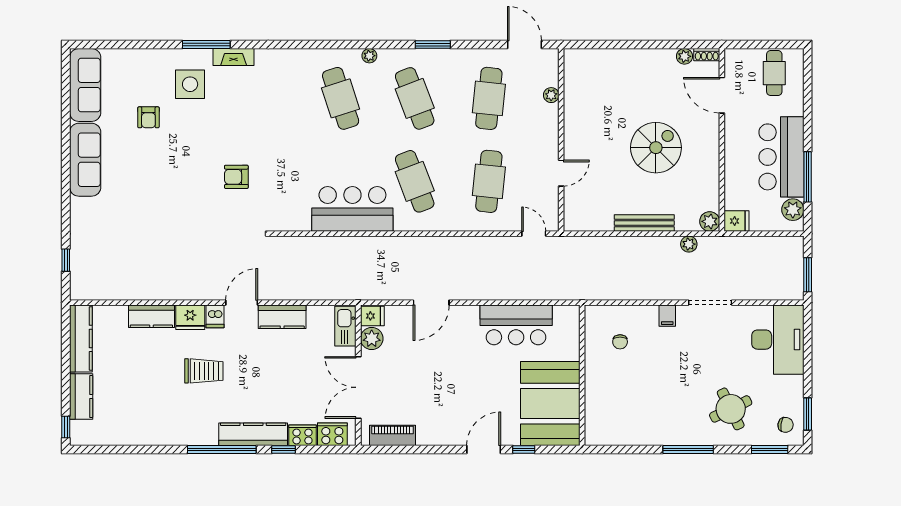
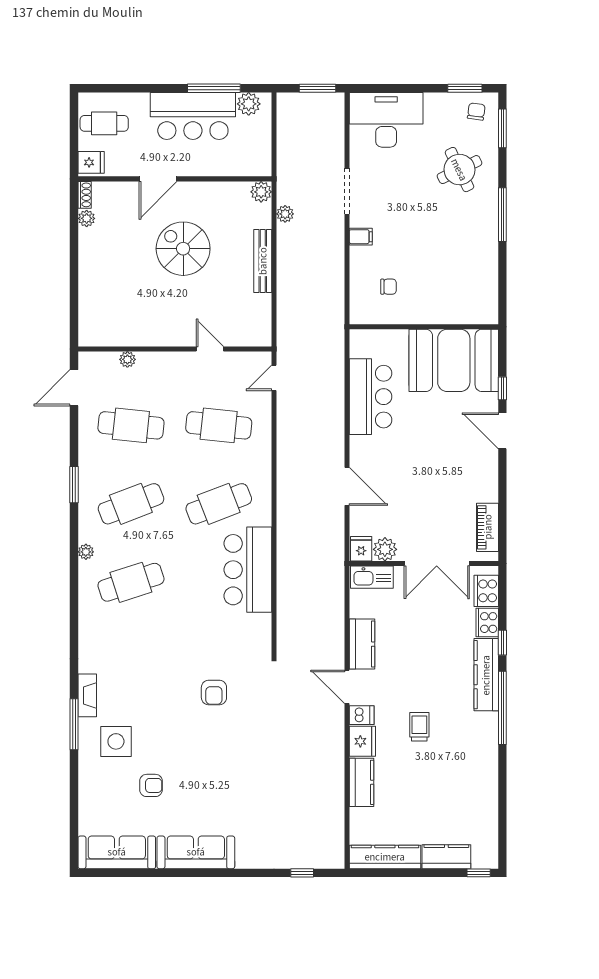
door: (722, 95) -> (158, 179), moved
fridge: (736, 221) -> (91, 162), moved, turned 90
trolley: (204, 371) -> (419, 727), width x0.73, depth x0.72

